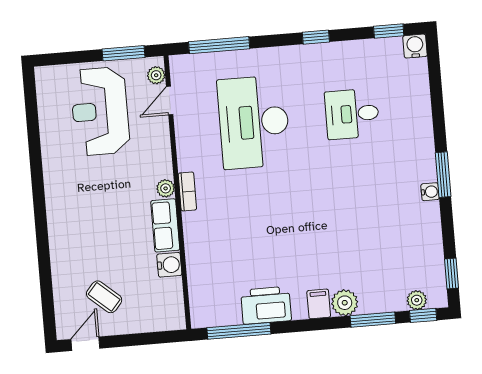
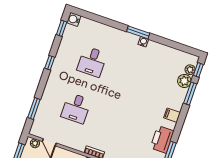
window: (219, 45) -> (34, 109), width x0.69
desk: (254, 122) -> (76, 108), width x0.53, depth x0.77
window: (451, 274) -> (185, 48), removed
plant: (345, 303) -> (184, 81), moved

